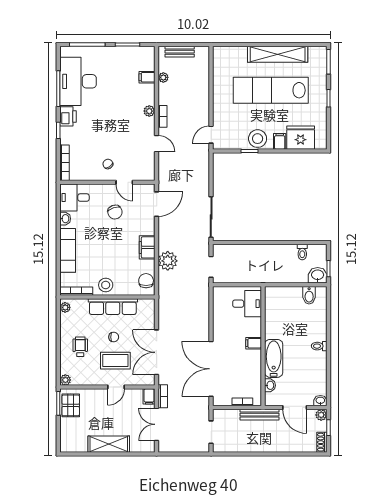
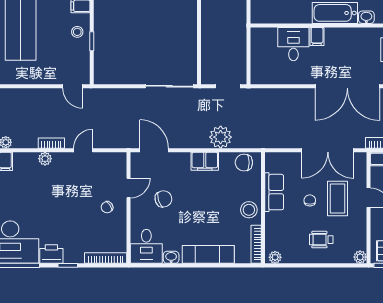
stool: (258, 139) -> (77, 32), width x0.53, depth x0.53
desk: (247, 304) -> (293, 44), moved
row of seats: (113, 307) -> (274, 192), width x0.68

